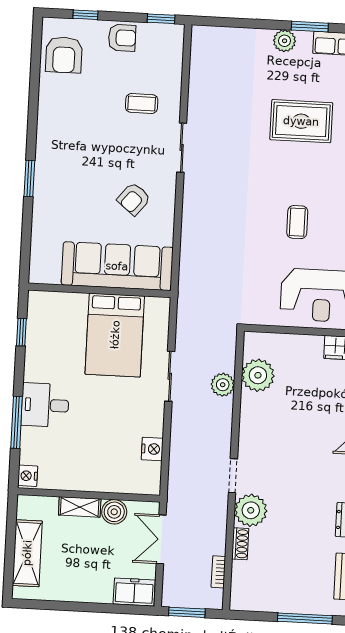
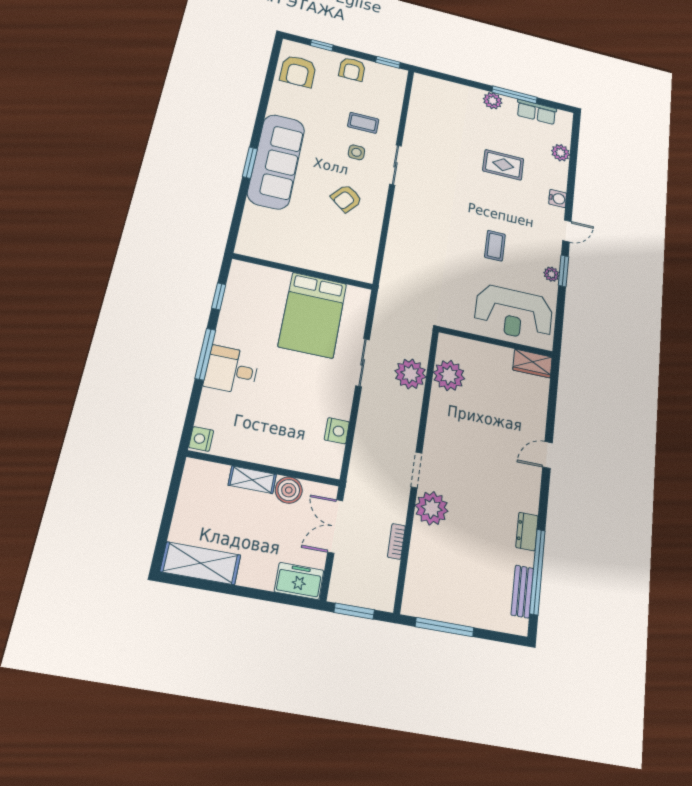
window: (310, 27) -> (515, 95), width x1.44
armchair: (122, 38) -> (352, 69), turned 90
rug: (301, 121) -> (503, 165), width x0.73, depth x0.70
side table: (138, 142) -> (356, 152), added
sofa: (117, 266) -> (276, 161), moved, turned 90
plant: (223, 385) -> (410, 374), width x1.36, depth x1.36
window: (17, 422) -> (205, 354), moved
shoe rack: (240, 544) -> (418, 542), removed
shelving: (27, 553) -> (201, 563), moved, turned 90
bookcase: (218, 572) -> (396, 541), moved
window: (305, 618) -> (445, 627), moved

